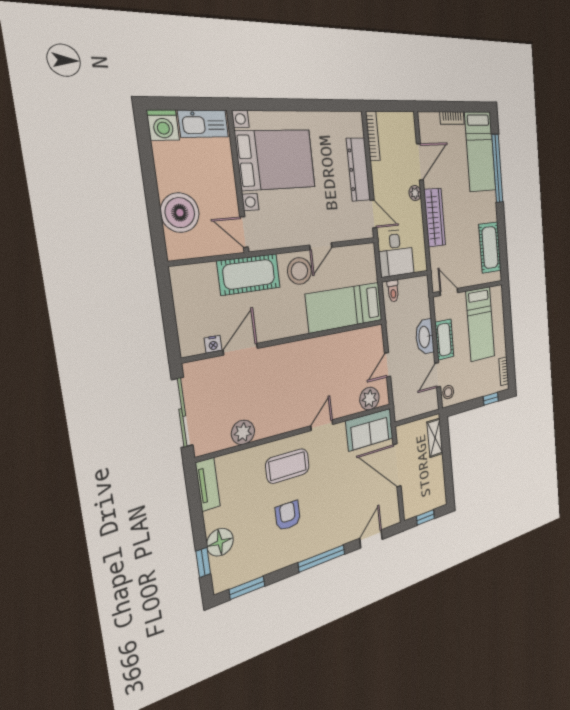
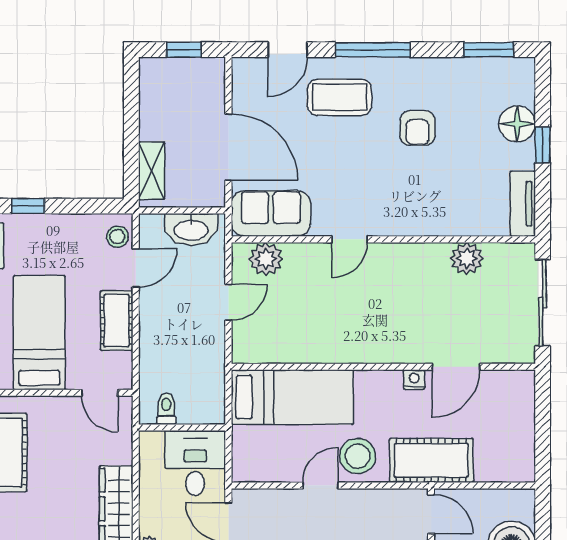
toilet: (393, 291) -> (166, 409), moved
washbasin: (425, 337) -> (191, 229), moved, turned 90
nightstand: (213, 344) -> (414, 380), moved
coffee table: (288, 466) -> (340, 97), moved
window: (203, 562) -> (543, 145), moved

